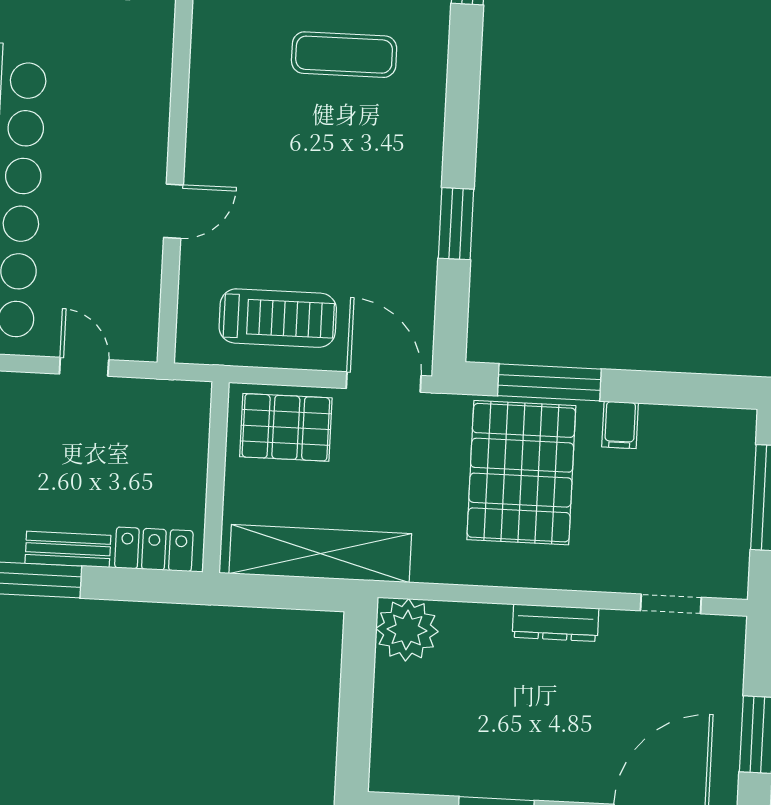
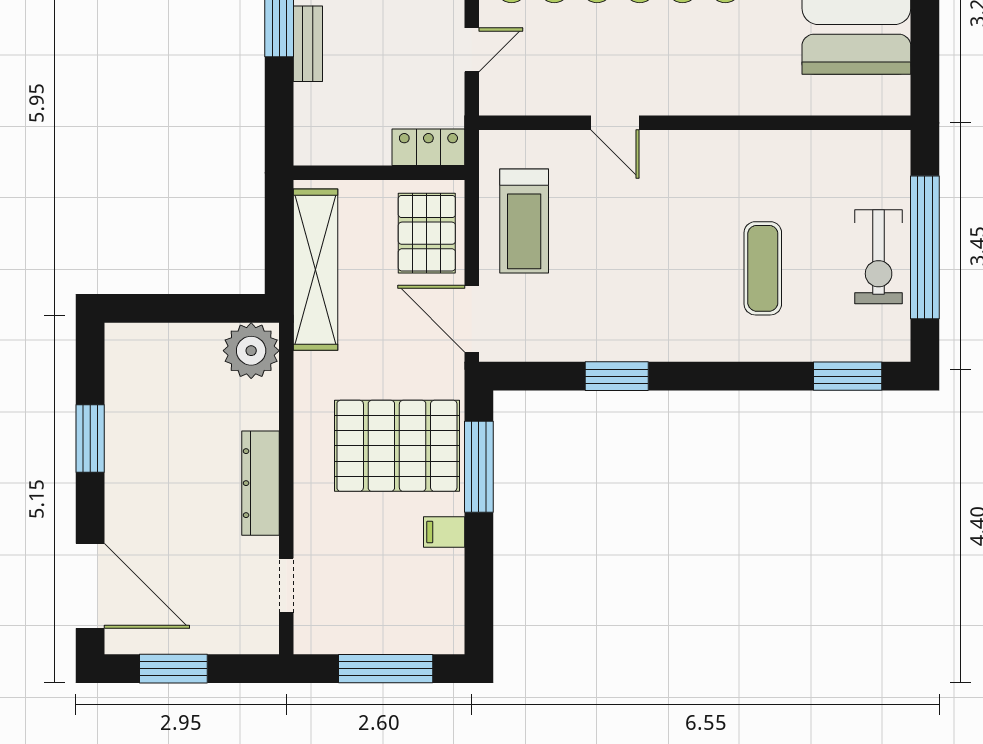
door: (384, 382) -> (472, 319), swing flipped
locker: (154, 549) -> (428, 147), moved, turned -90
dresser: (555, 623) -> (261, 483), width x1.37, depth x1.24

